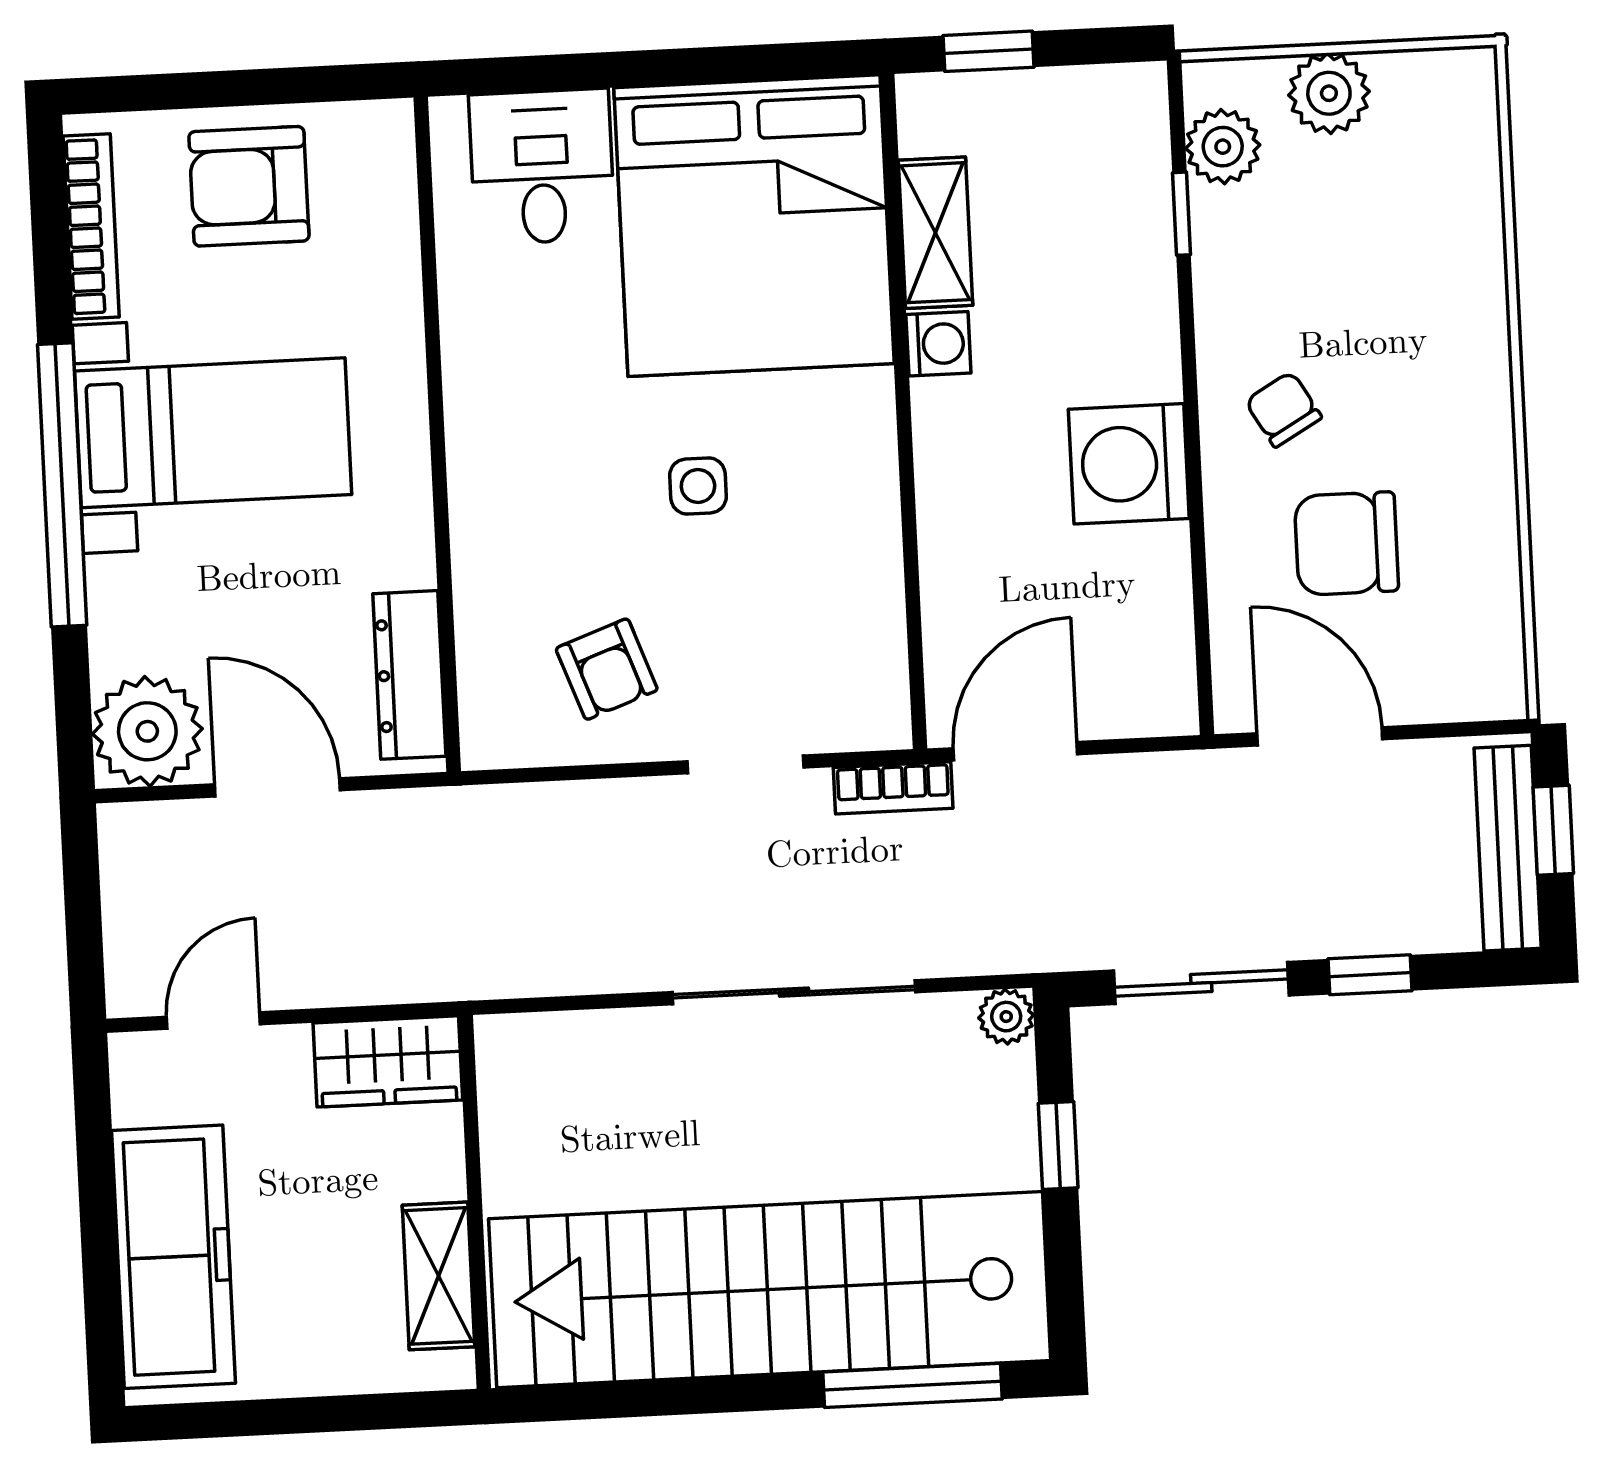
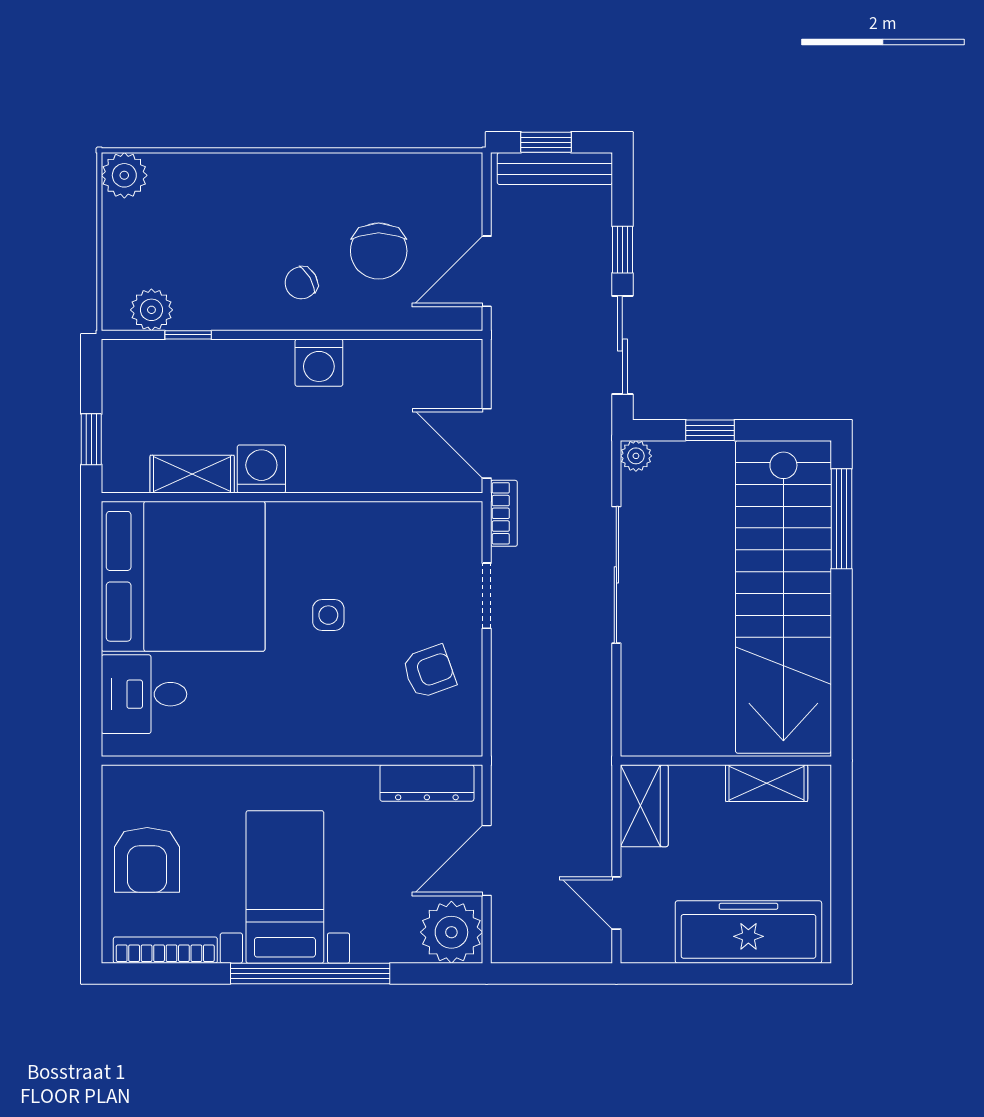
plant: (1329, 93) -> (124, 175), moved
washing machine: (938, 344) -> (261, 469), width x1.38, depth x1.38
washing machine: (1129, 464) -> (319, 363), width x0.73, depth x0.73

